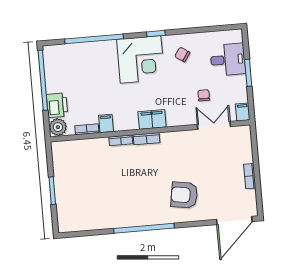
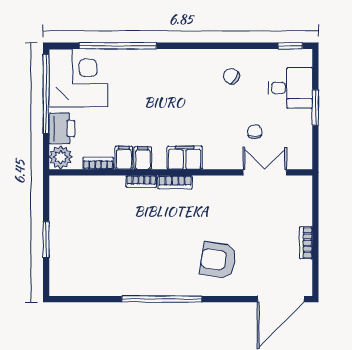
window: (156, 34) -> (290, 46), moved
corner desk: (141, 59) -> (78, 78), moved, turned -90
filing cabinet: (243, 112) -> (143, 158), moved

